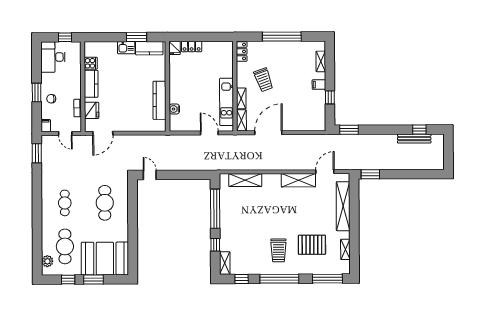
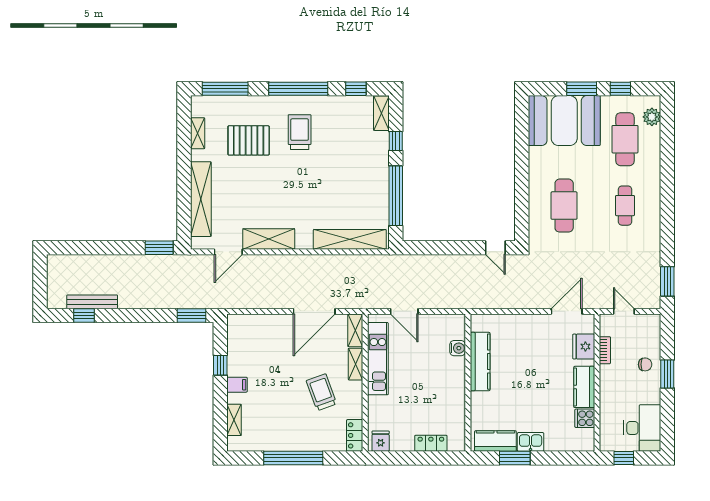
fridge: (175, 48) -> (381, 441), moved
filing cabinet: (46, 126) -> (654, 323), removed
shelving: (245, 180) -> (350, 239), width x1.47

